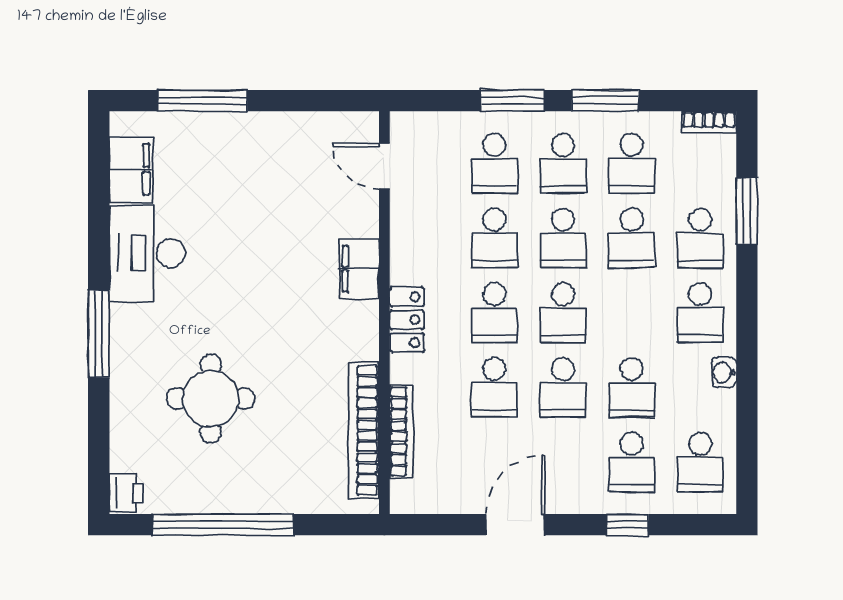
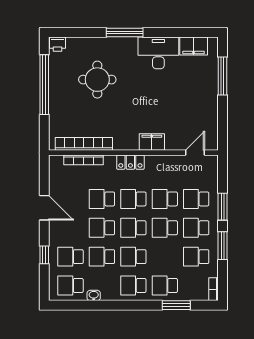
school desk: (632, 238) -> (133, 257), moved
washbasin: (724, 372) -> (94, 295), moved

